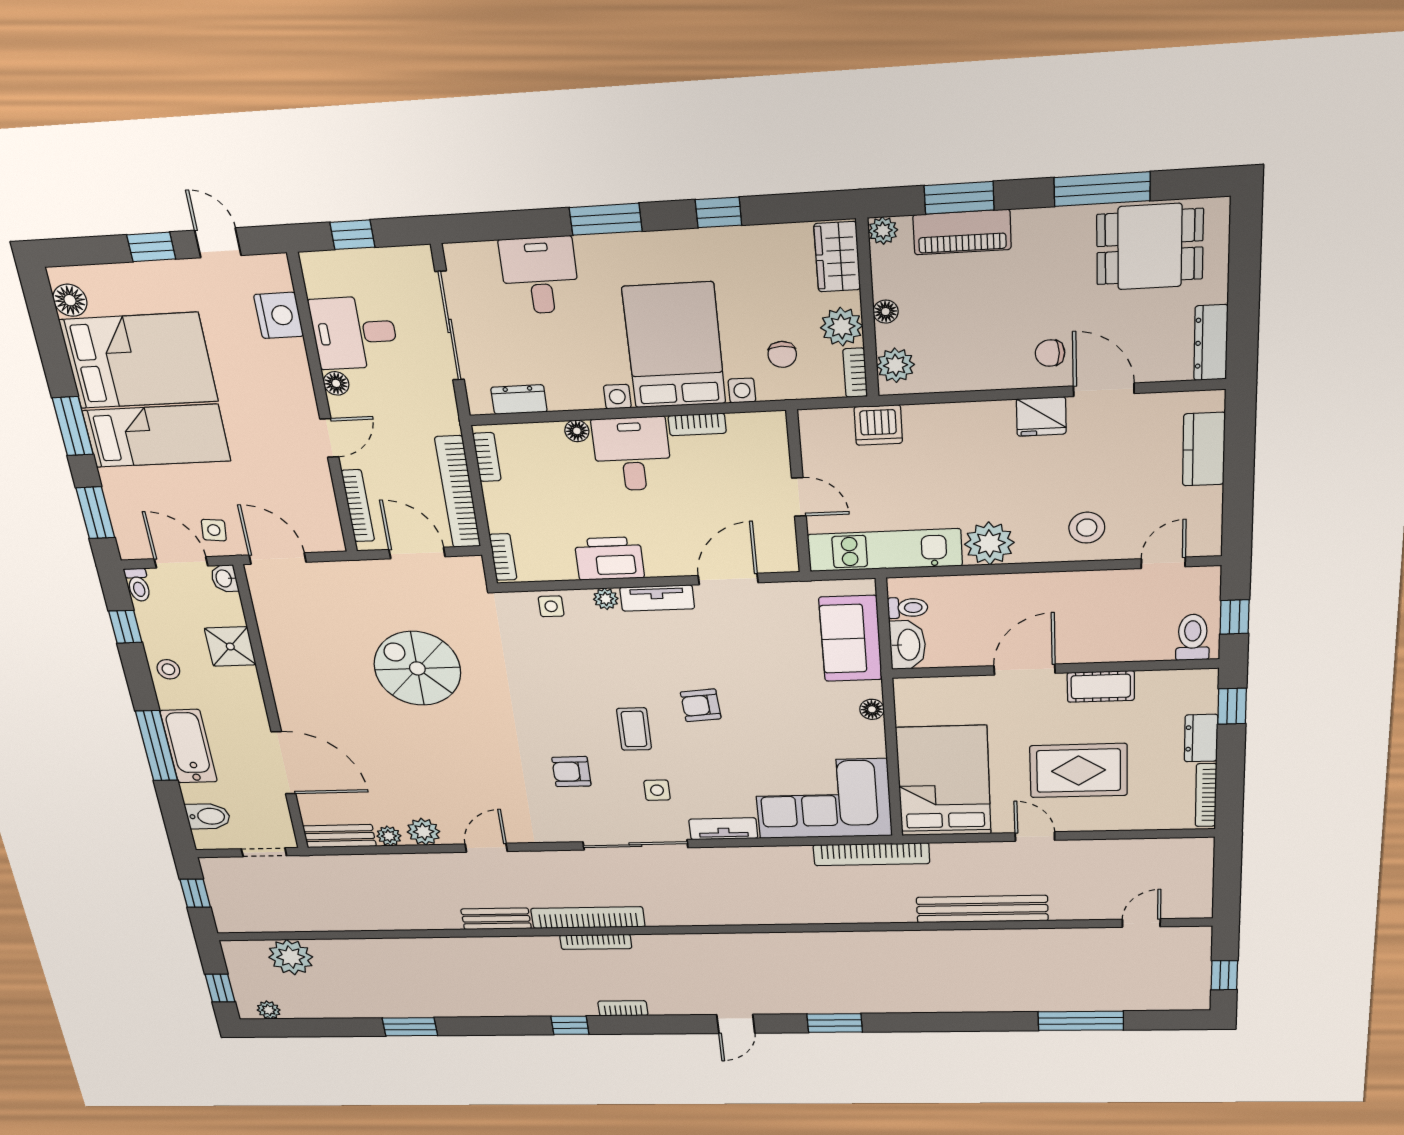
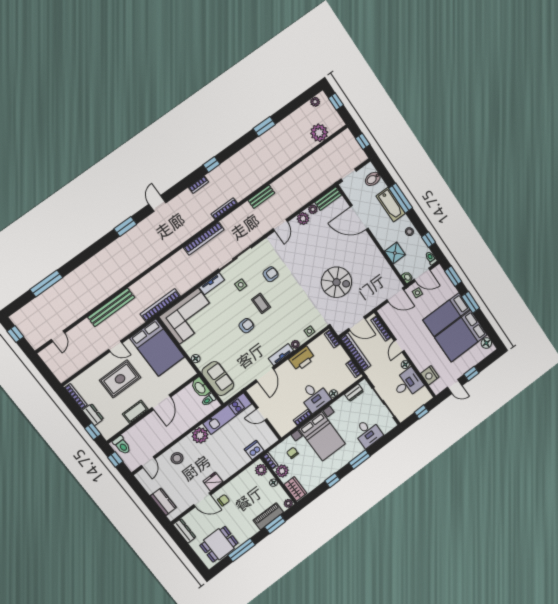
bookcase: (588, 918) -> (204, 239), moved

